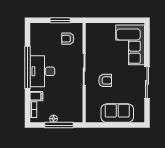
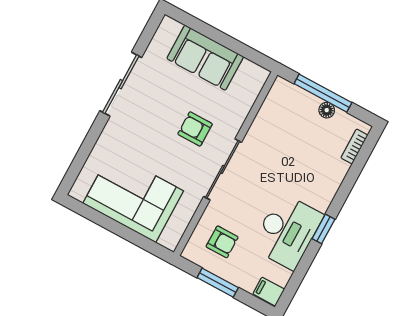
corner sofa: (130, 45) -> (133, 197), moved, turned -90
window: (28, 67) -> (323, 229), width x0.32
desk: (42, 71) -> (287, 231), moved
filing cabinet: (36, 96) -> (269, 292), moved

